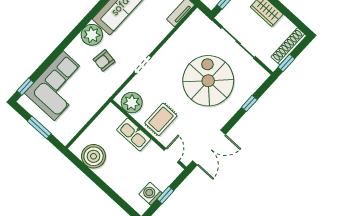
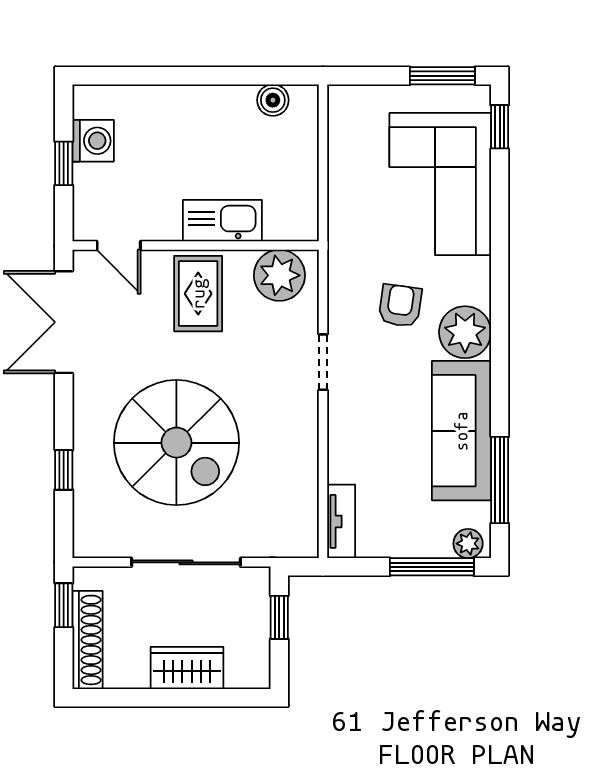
window: (39, 127) -> (442, 76), moved
boiler: (94, 156) -> (273, 100), width x0.54, depth x0.54

